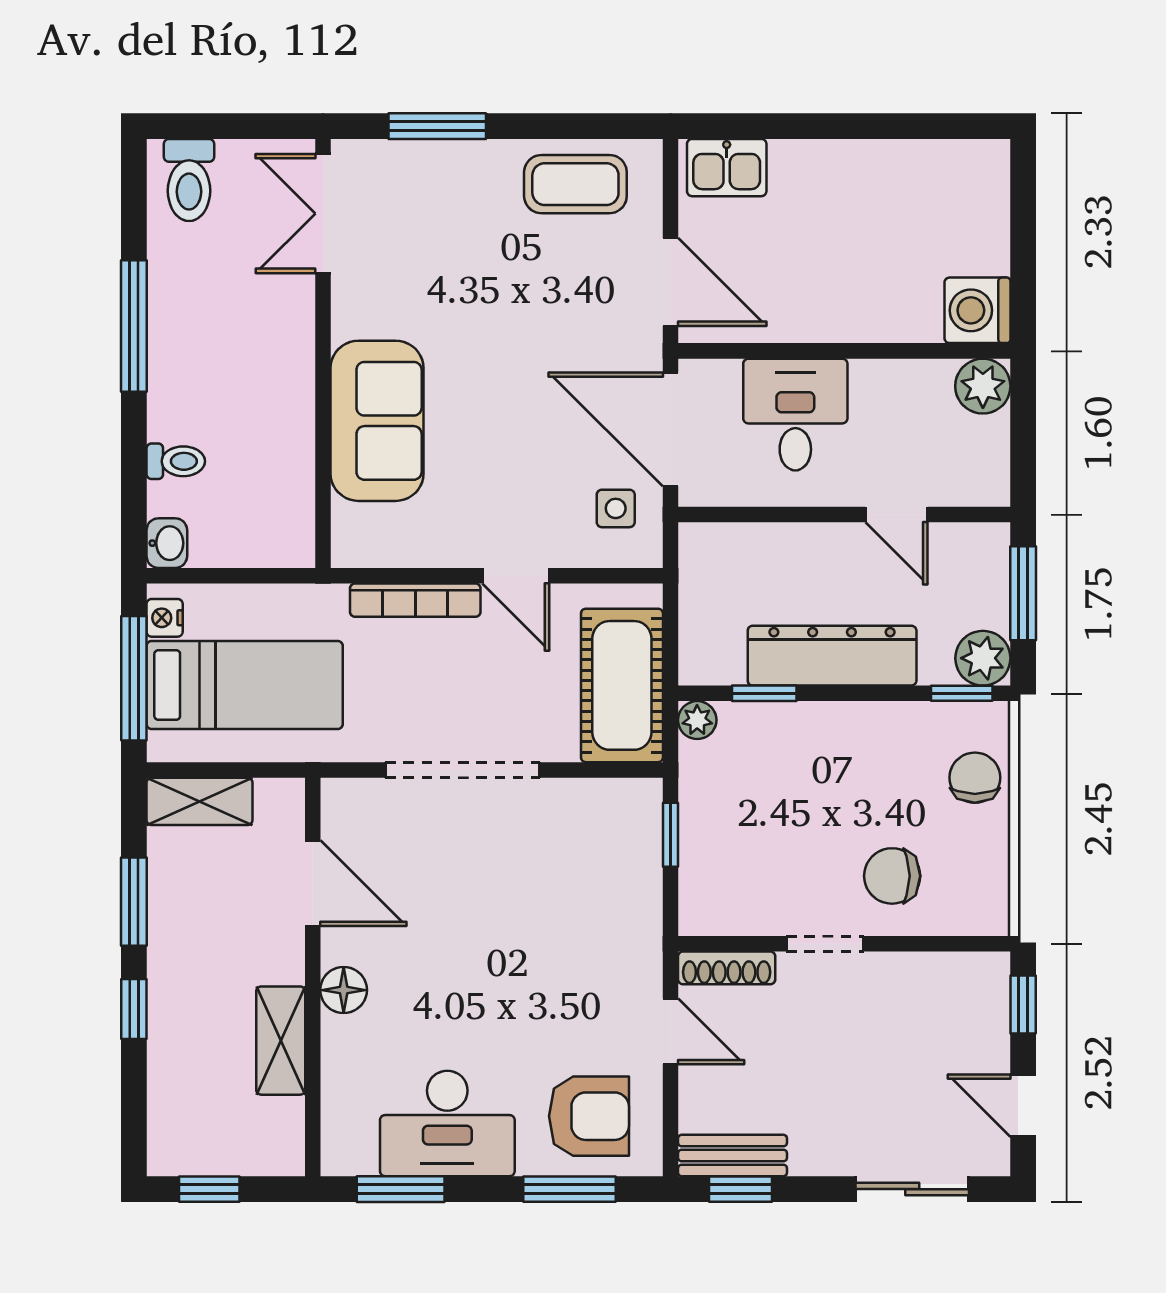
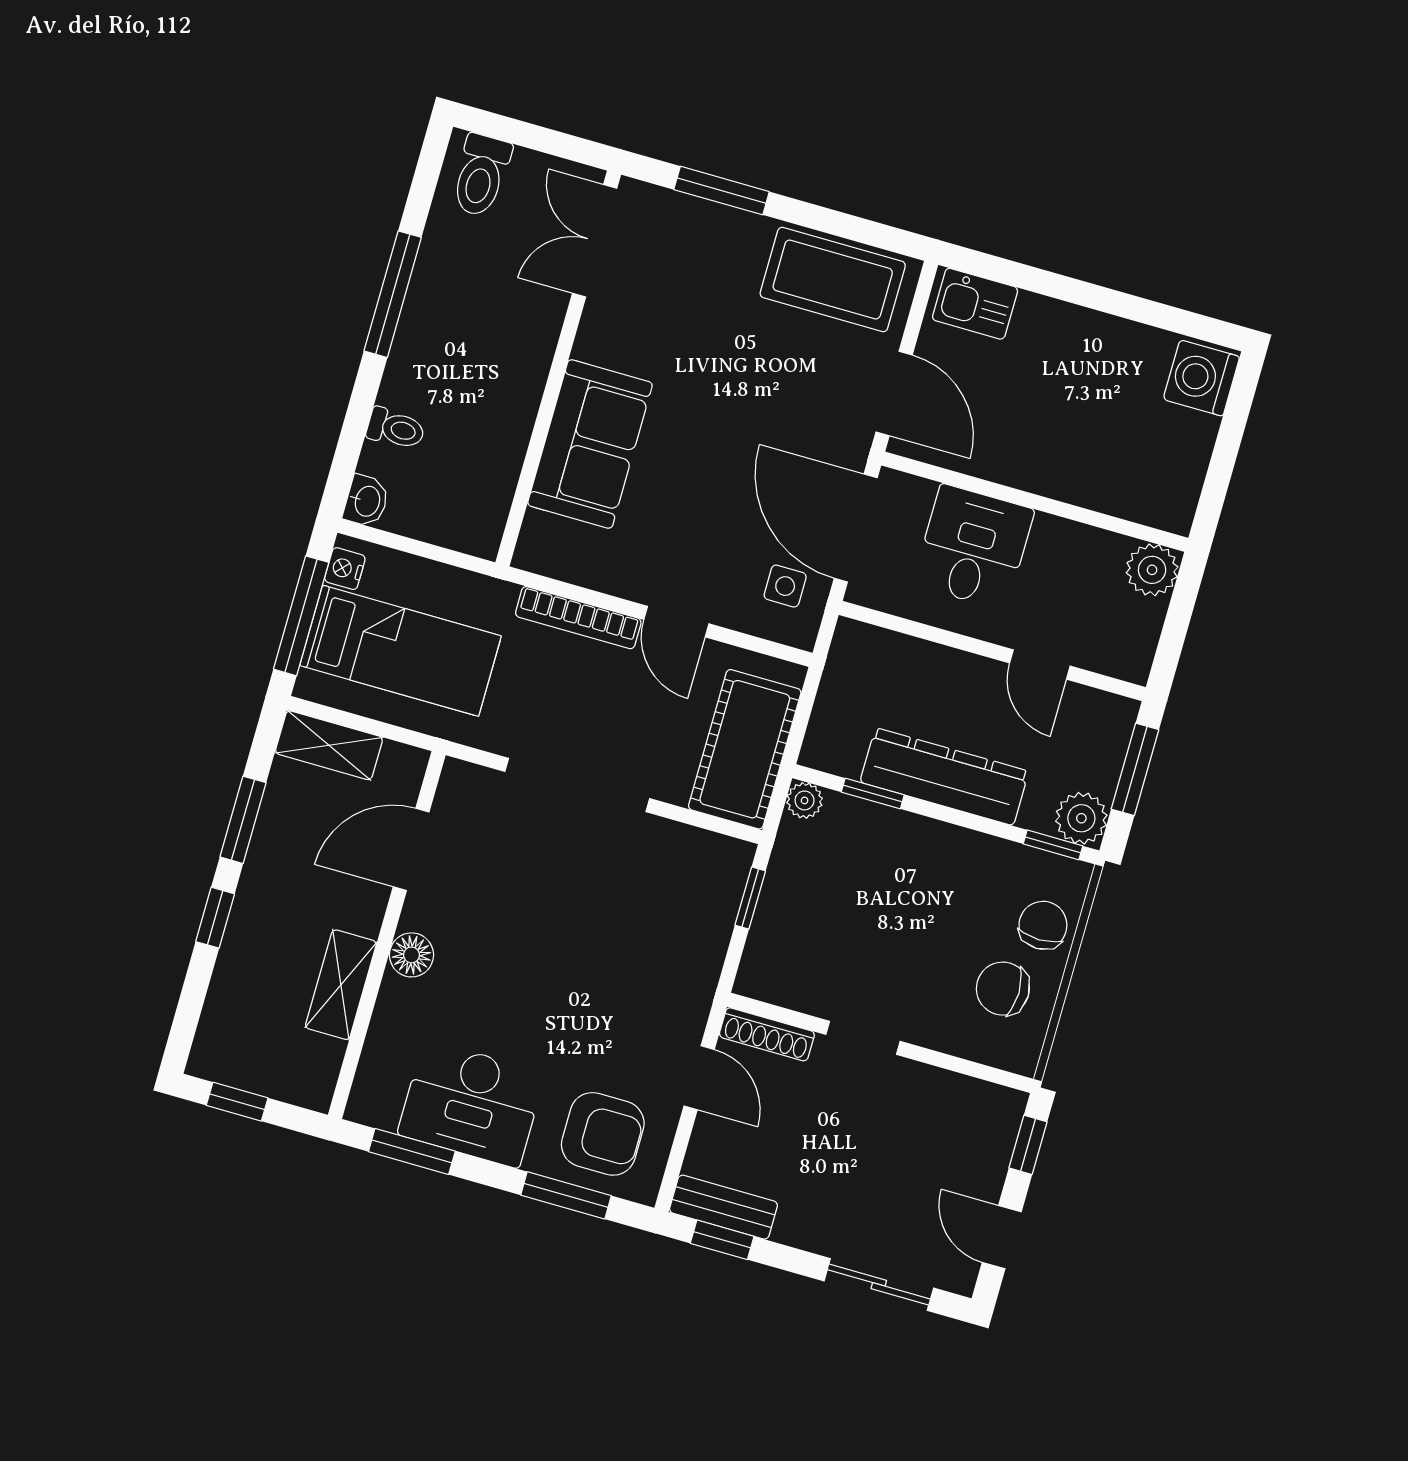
coffee table: (575, 184) -> (833, 279), width x1.36, depth x1.32
washing machine: (977, 310) -> (1201, 378), moved
chair: (892, 876) -> (1003, 989), moved
door: (313, 883) -> (411, 849), swing flipped

